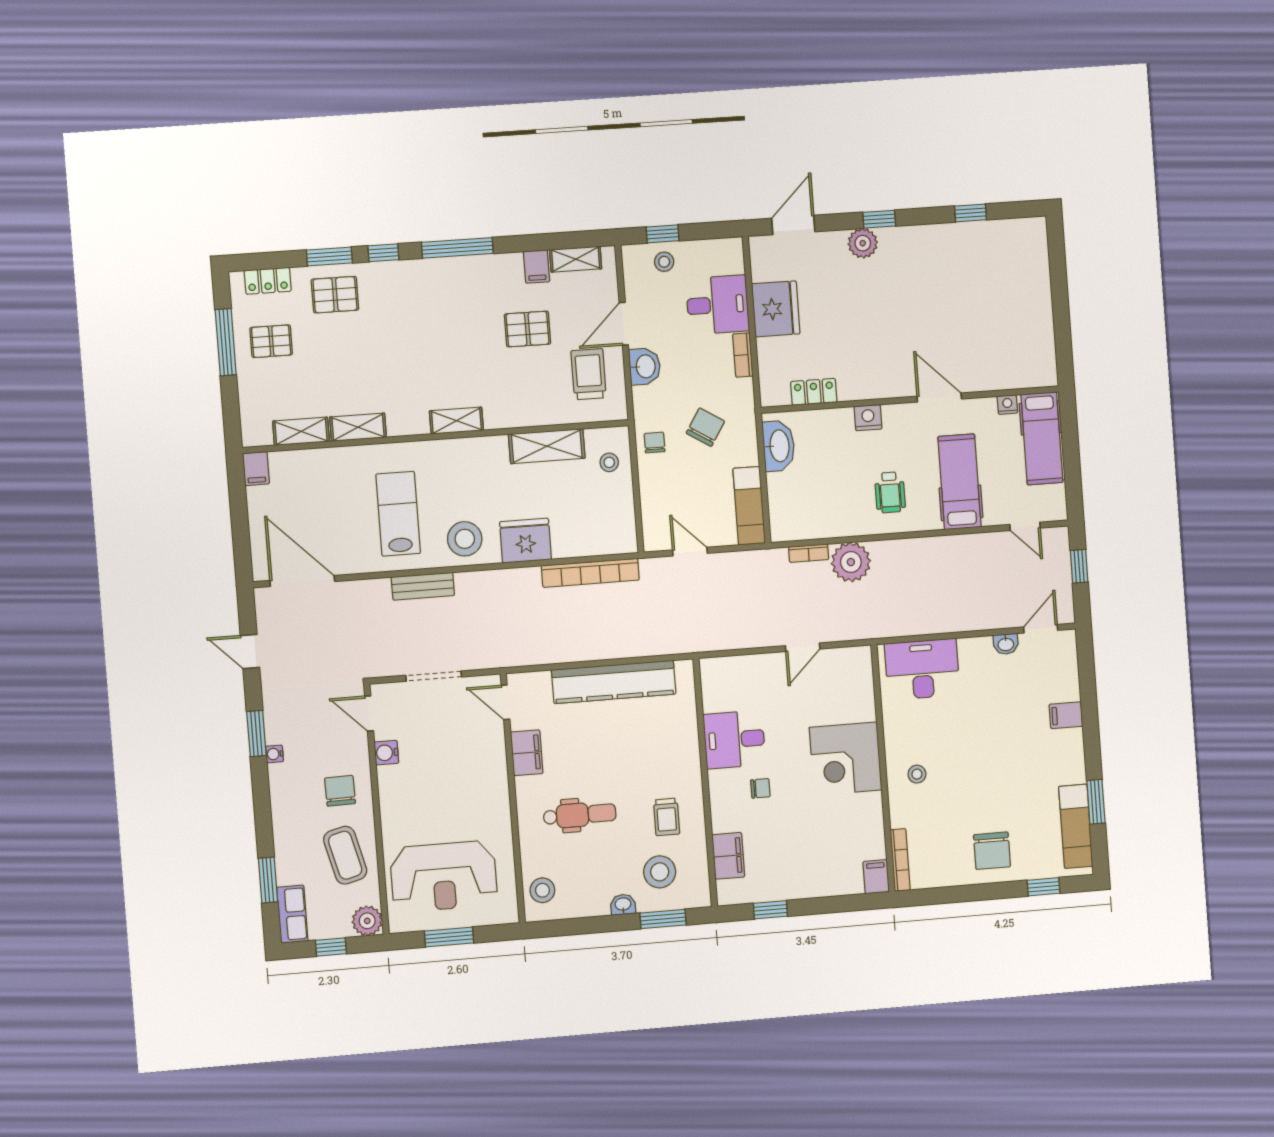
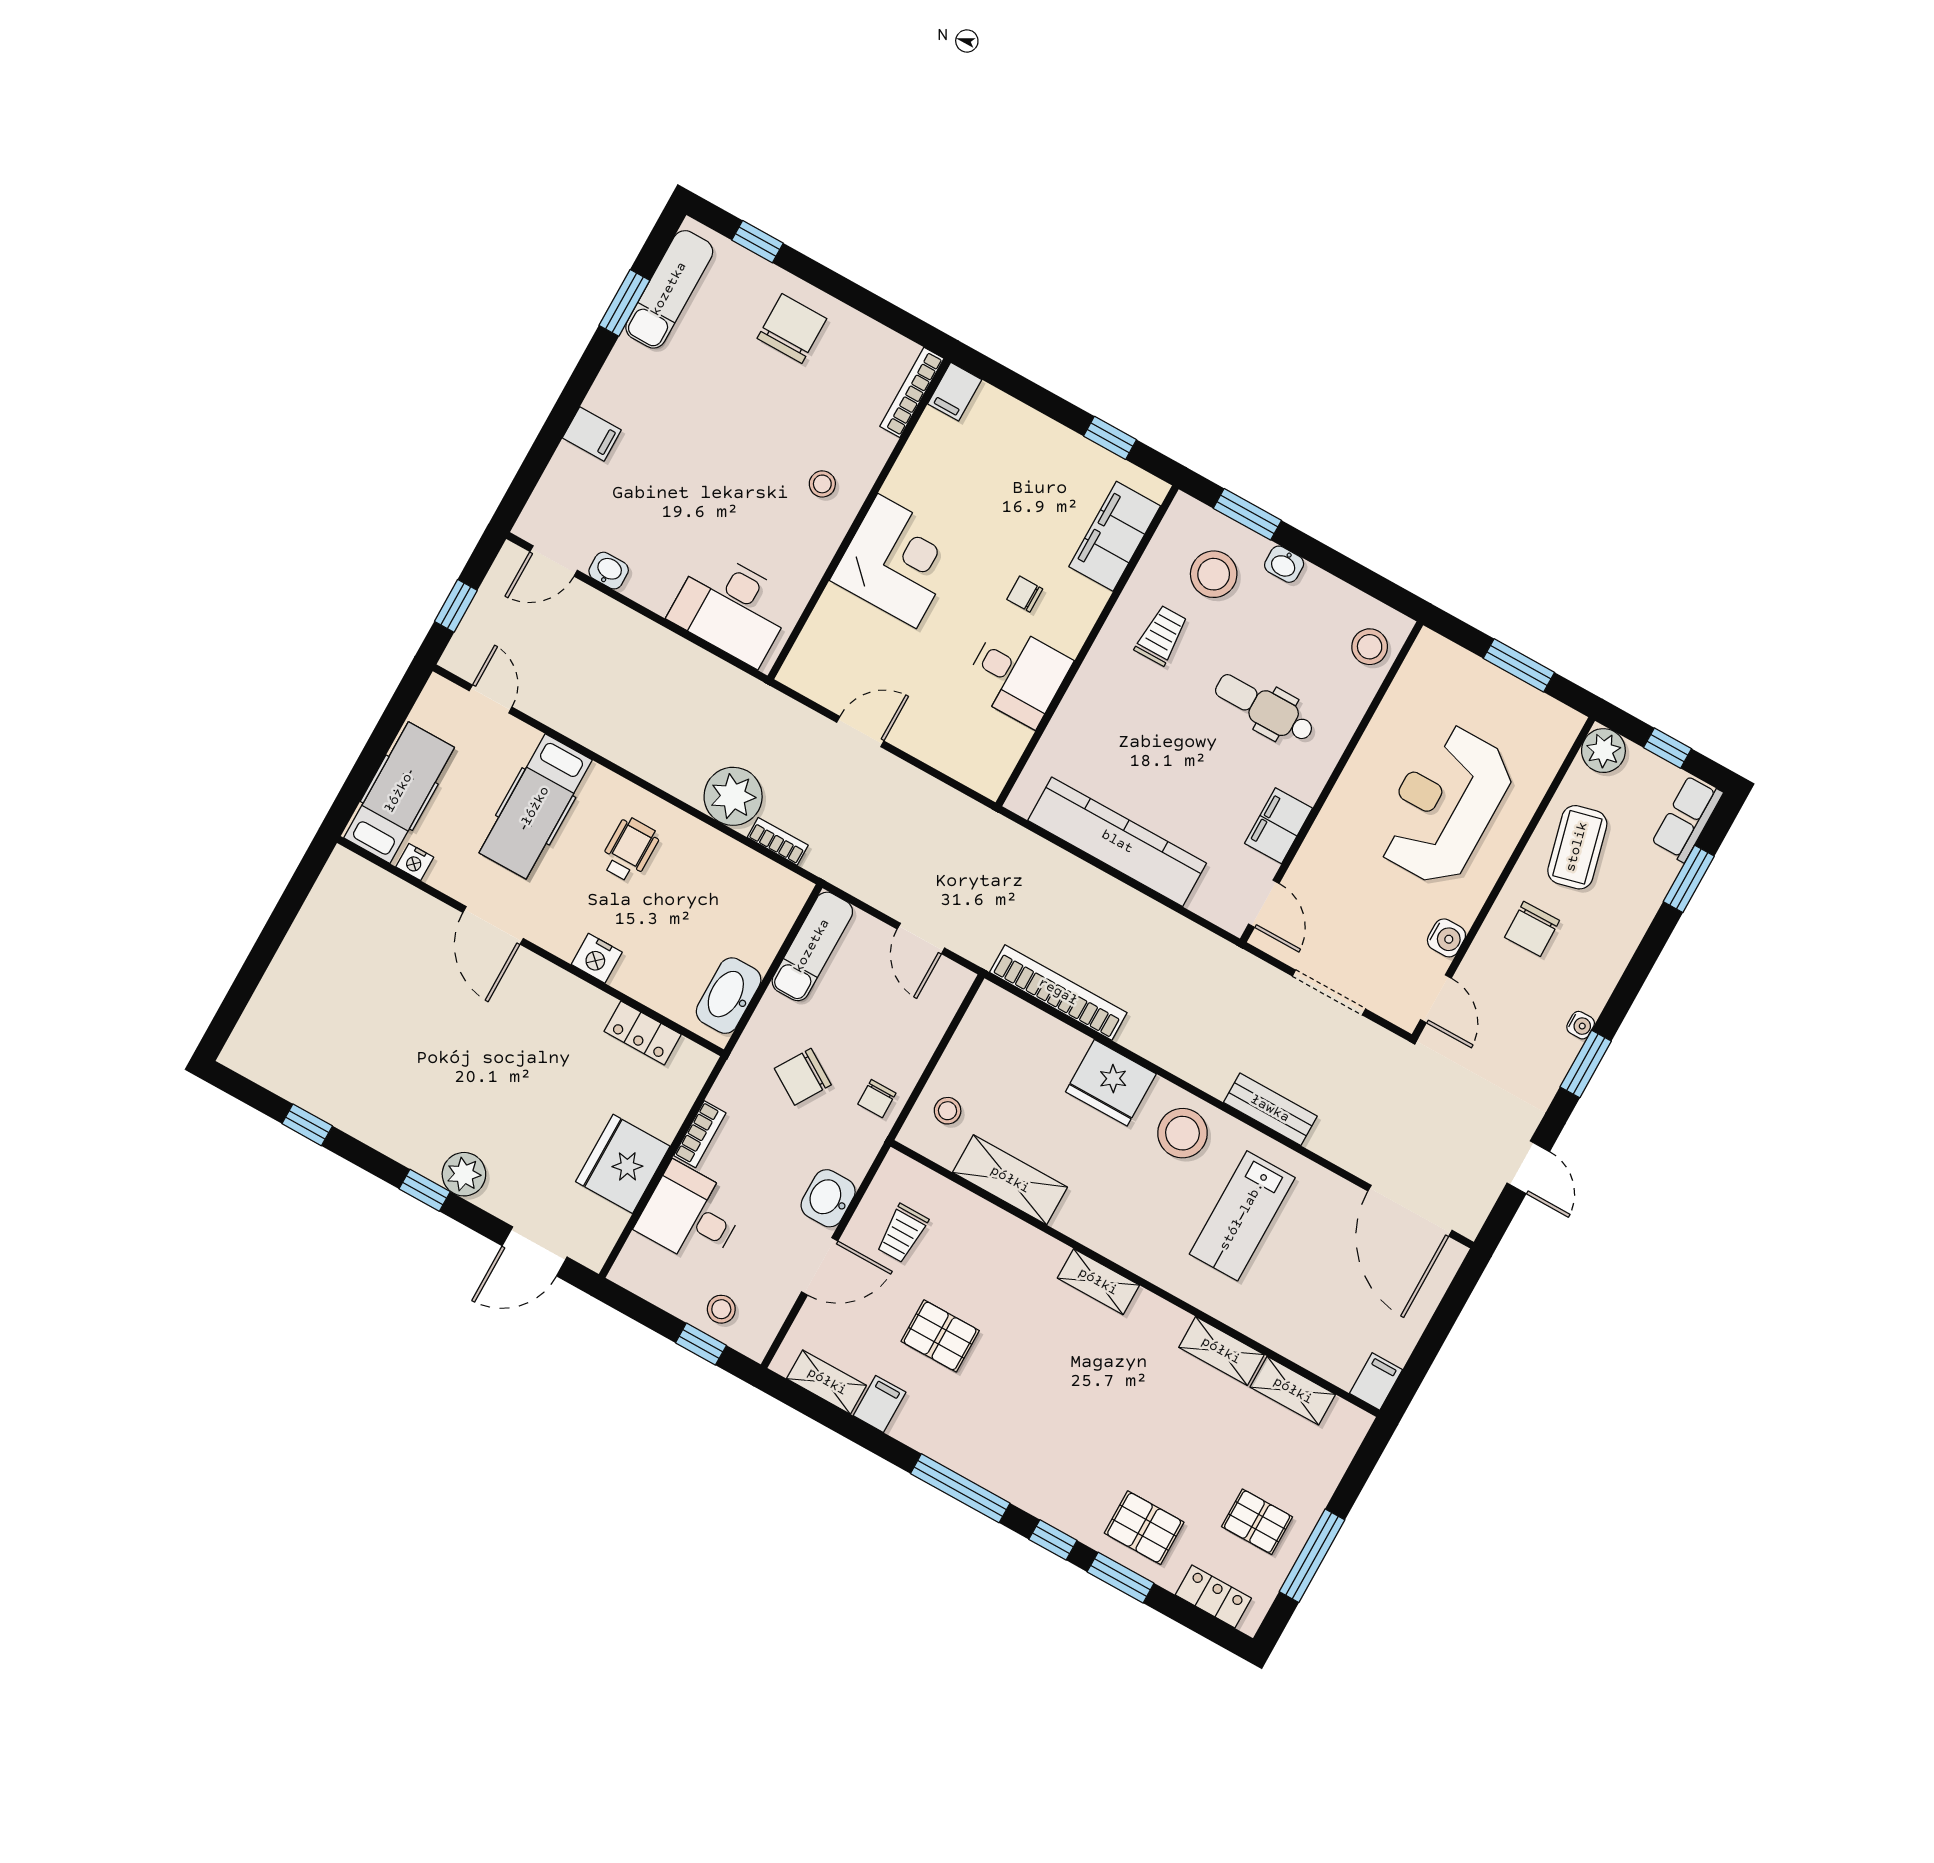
trolley: (589, 374) -> (902, 1233), width x0.73, depth x0.72
filing cabinet: (728, 856) -> (1115, 536), width x1.50, depth x1.17
reception desk: (444, 876) -> (1444, 805), moved, turned -90

